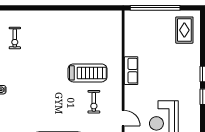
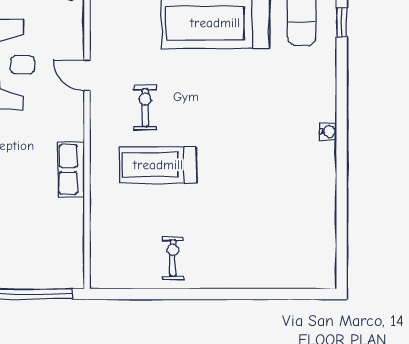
exercise bike: (15, 38) -> (173, 258), moved

